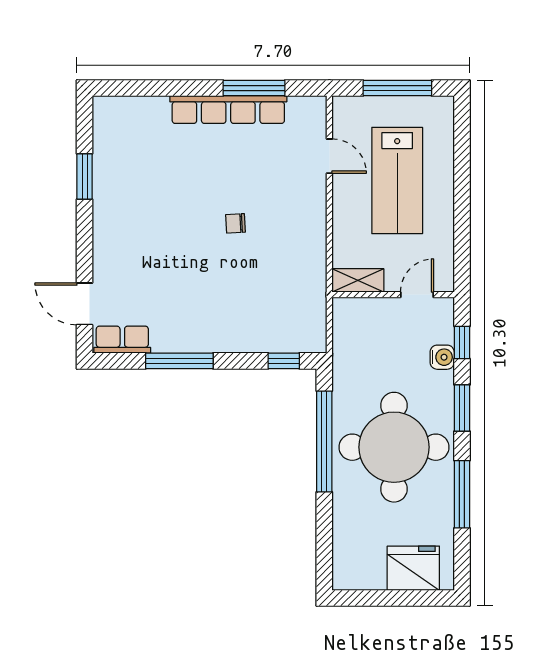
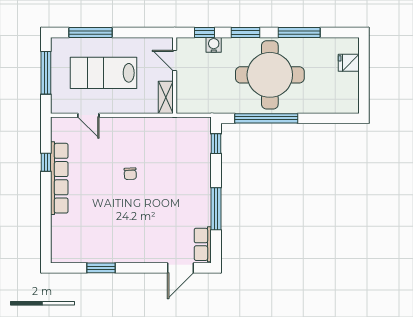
window: (254, 88) -> (46, 162), width x0.46
door: (329, 156) -> (88, 115), swing flipped
window: (462, 160) -> (91, 32), added
lab bench: (397, 180) -> (104, 73), turned 180
fridge: (413, 568) -> (349, 63), width x0.53, depth x0.75

